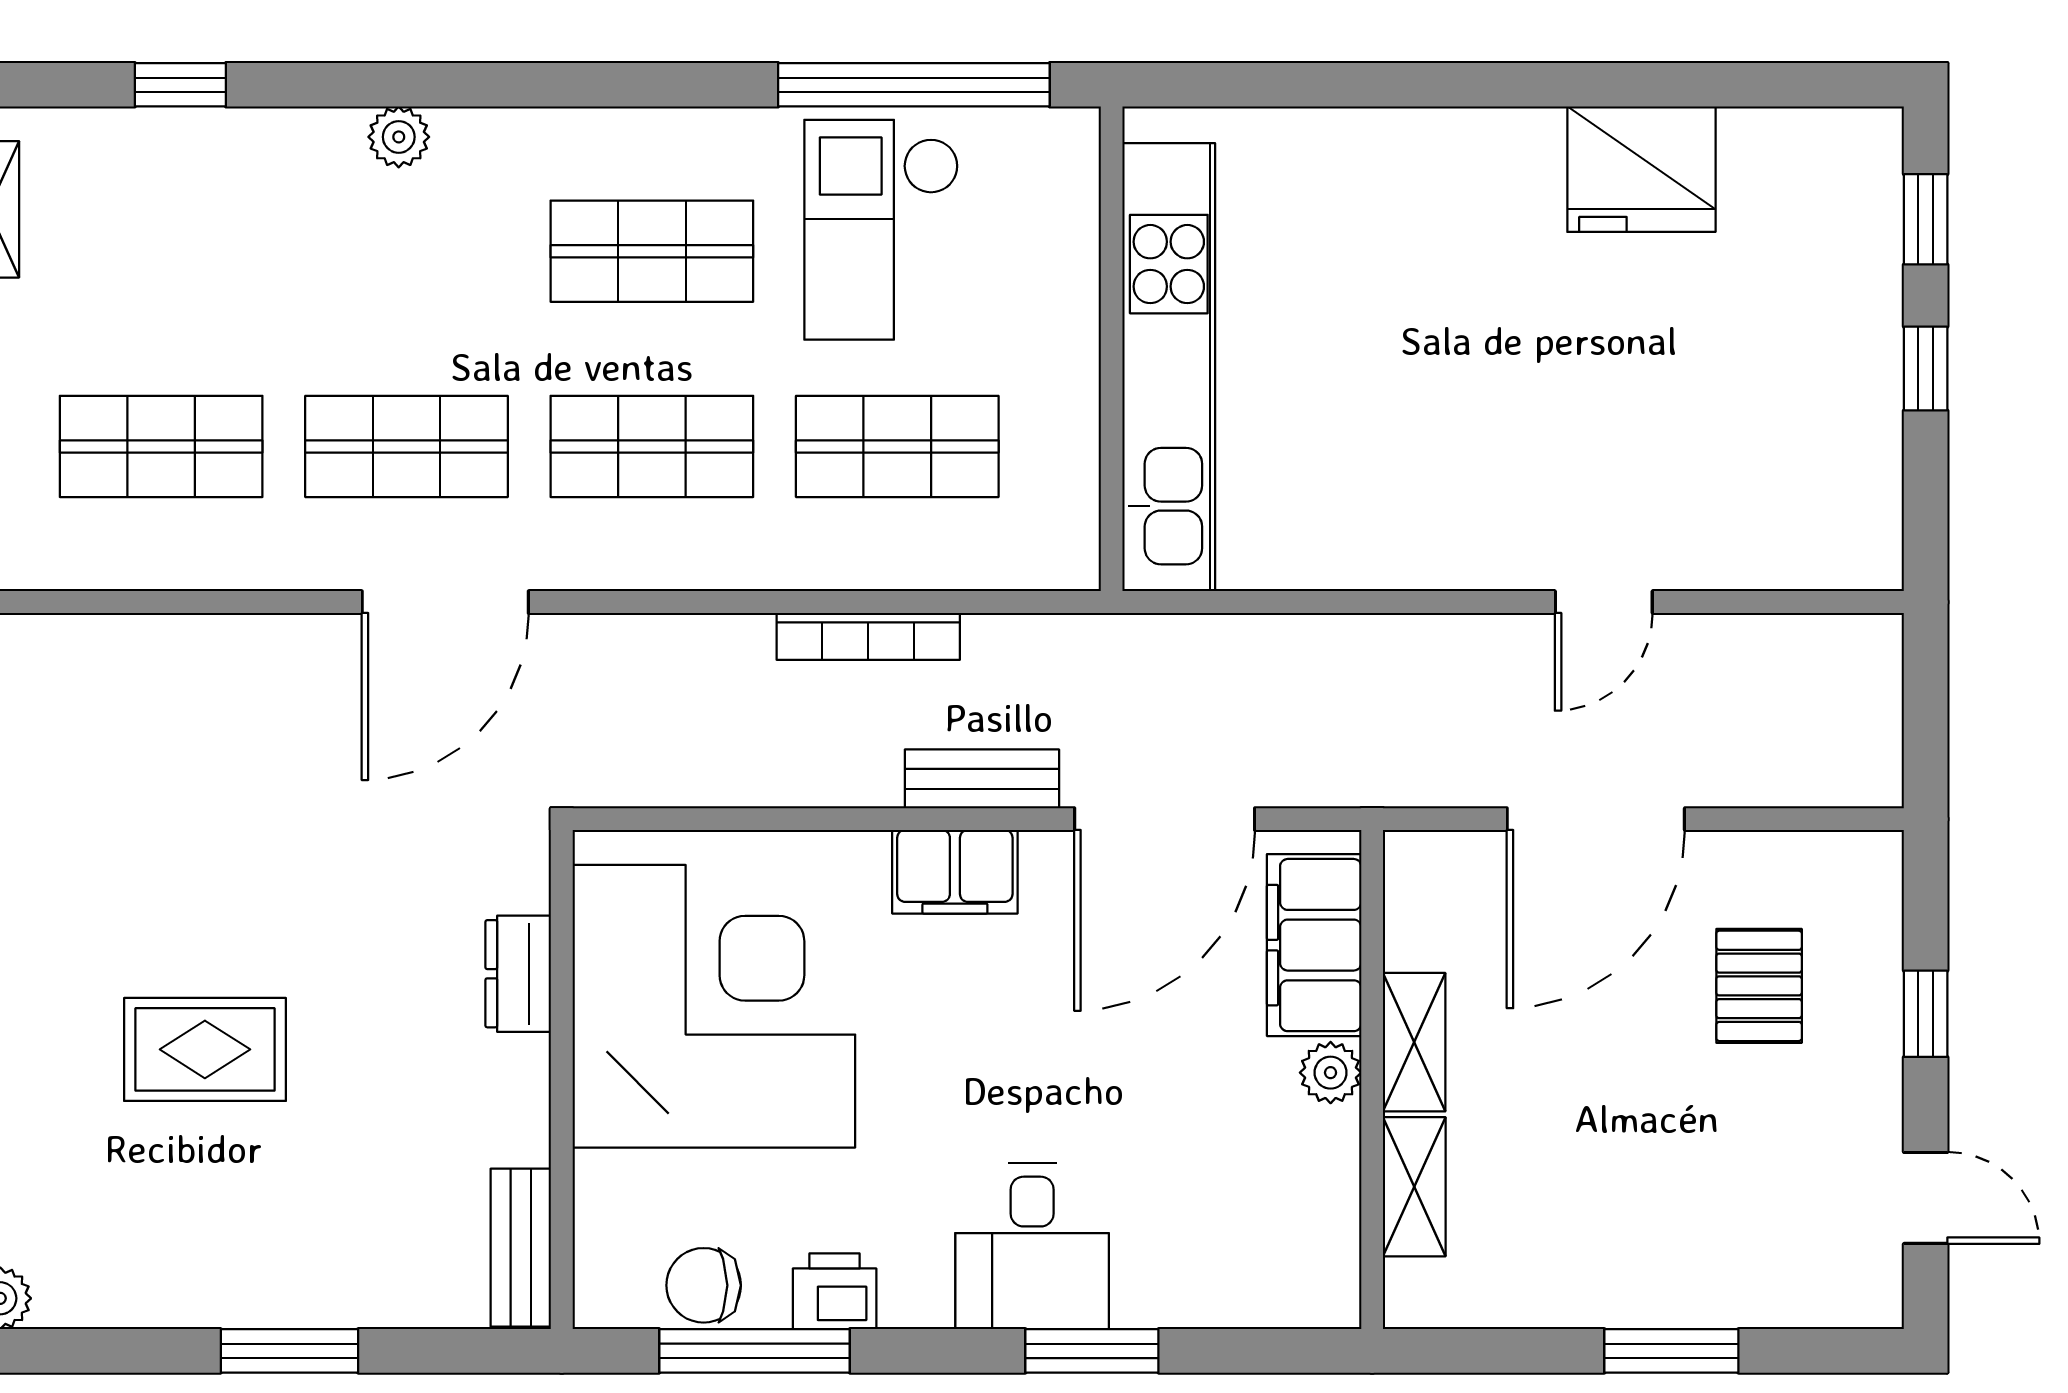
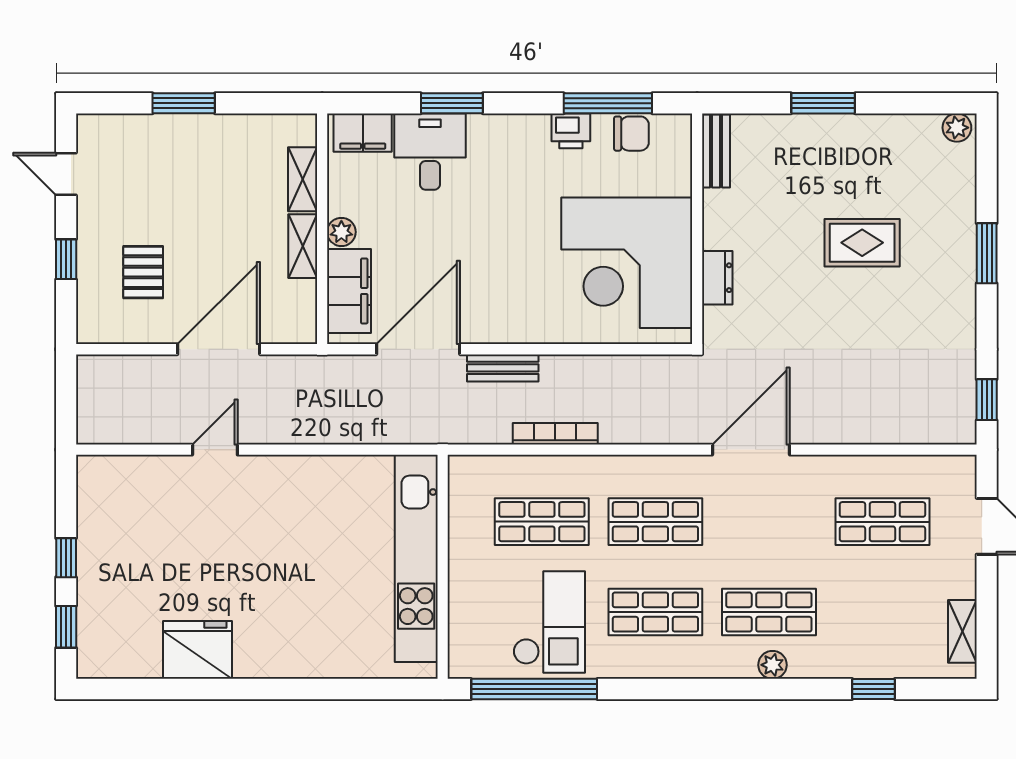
shop shelf: (407, 446) -> (769, 612), moved
filing cabinet: (955, 872) -> (363, 133), moved, turned 180
desk: (1032, 1246) -> (430, 152), moved

